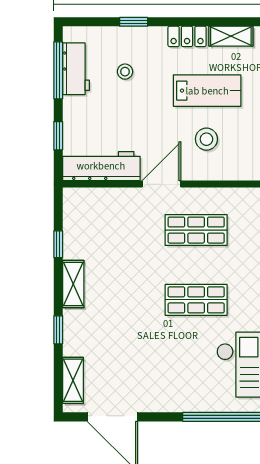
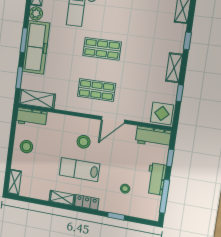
workbench: (76, 69) -> (156, 179), moved
workbench: (101, 166) -> (153, 137), width x0.73
display table: (82, 207) -> (162, 113), added

